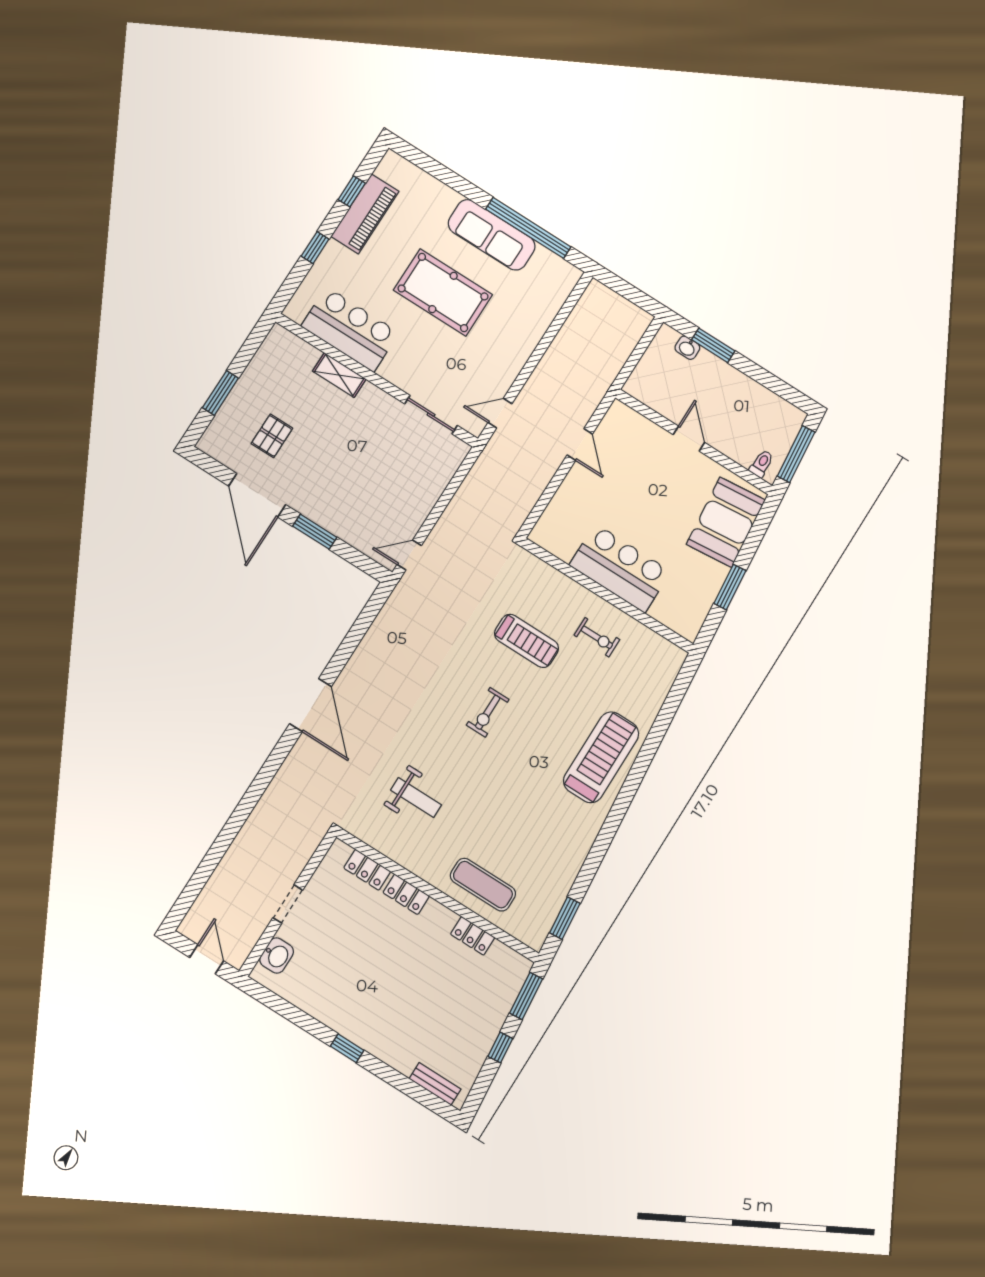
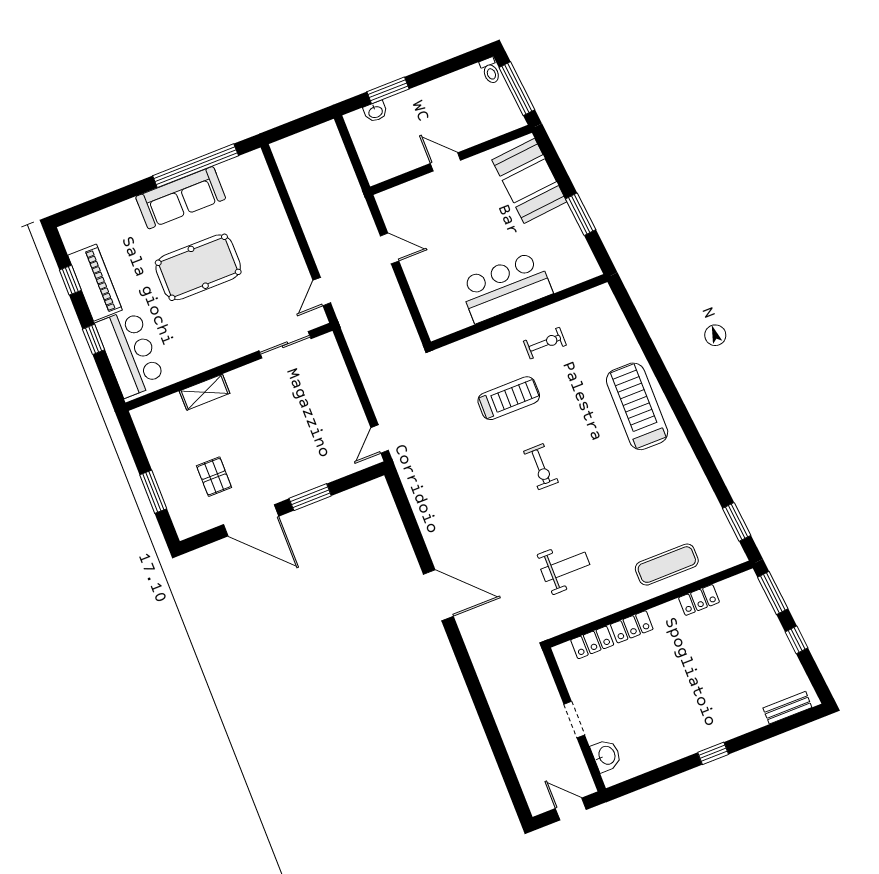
bar counter: (350, 329) -> (130, 353), moved, turned 90
toilet: (761, 464) -> (490, 71), moved, turned 180

